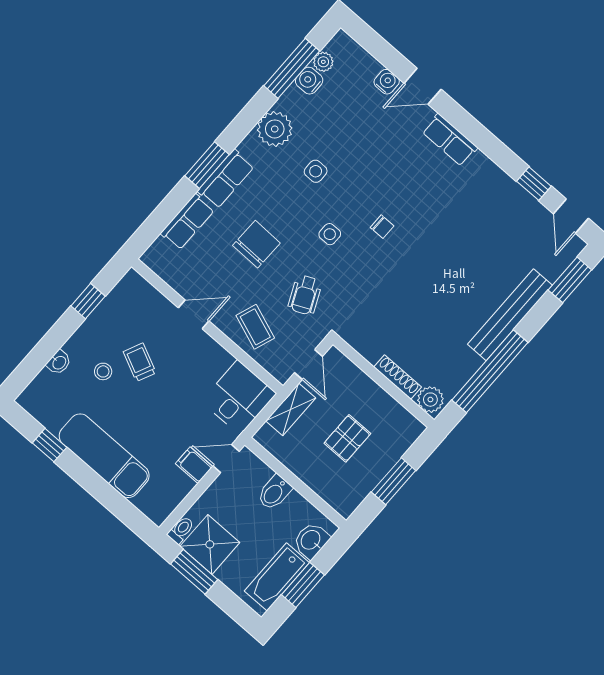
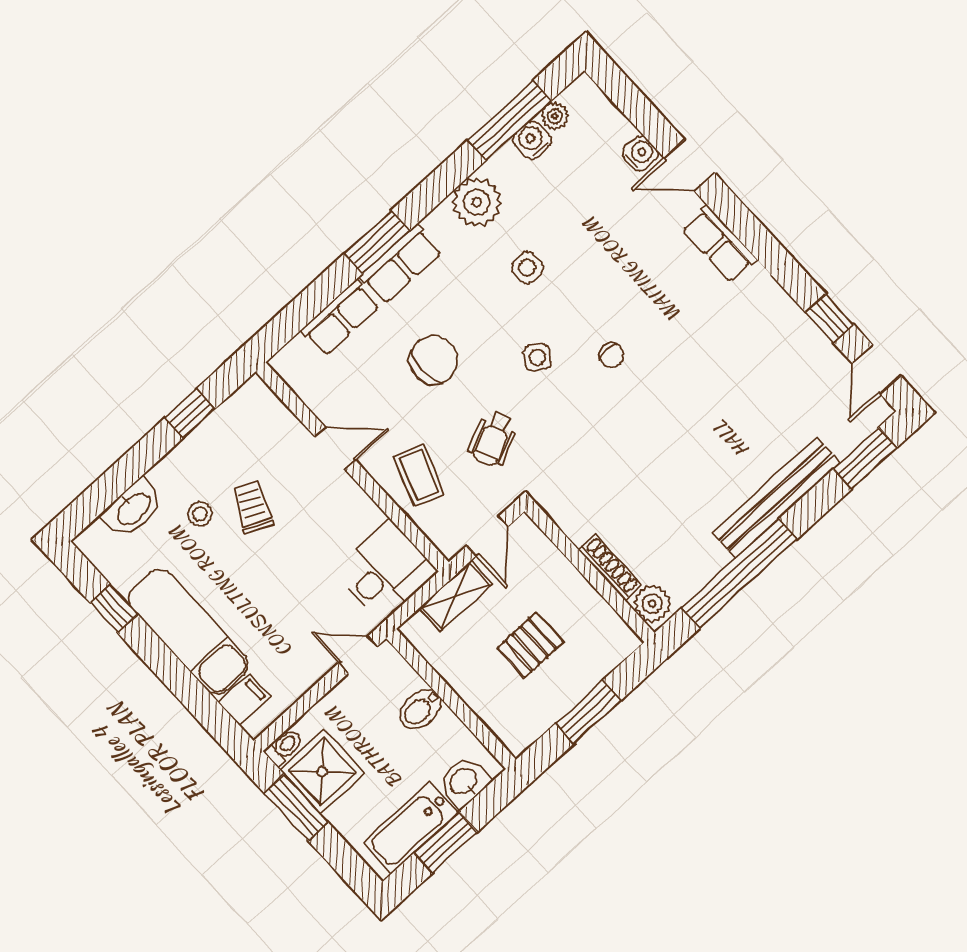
side table: (330, 234) -> (537, 357), turned 36
washbasin: (59, 362) -> (133, 508), width x1.91, depth x1.45
filing cabinet: (194, 465) -> (244, 700), moved, turned 90

